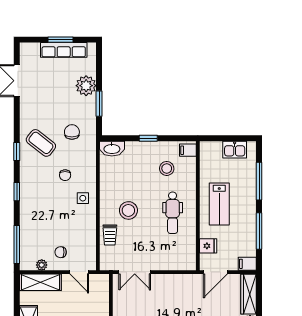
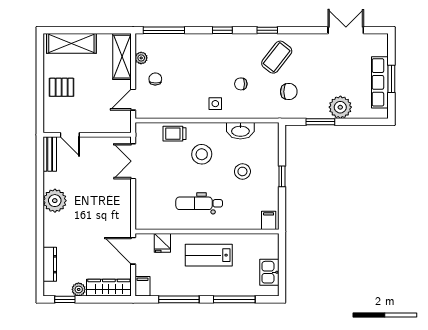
washbasin: (112, 149) -> (240, 131), moved, turned -90
stool: (167, 168) -> (242, 171), moved

